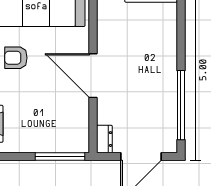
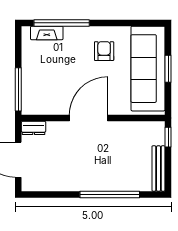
window: (181, 105) -> (110, 194), moved

